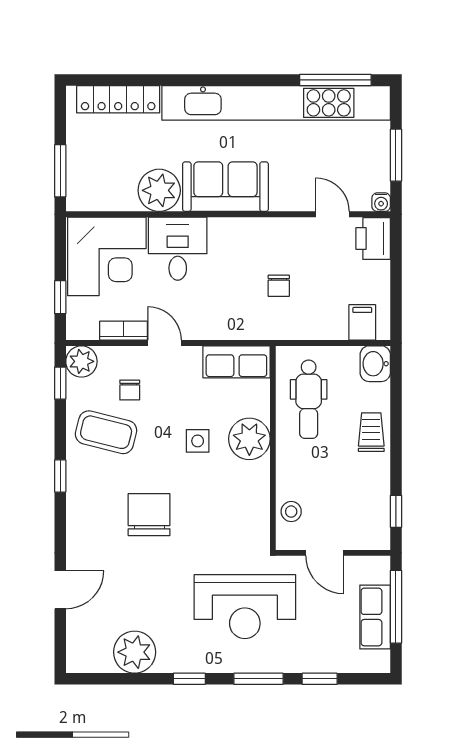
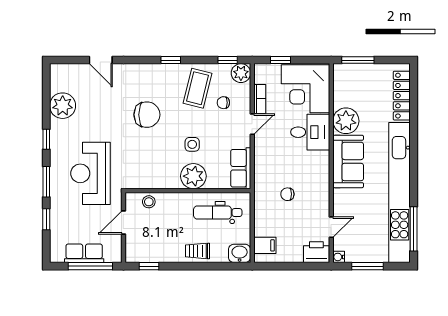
trolley: (371, 432) -> (198, 251), turned 180

